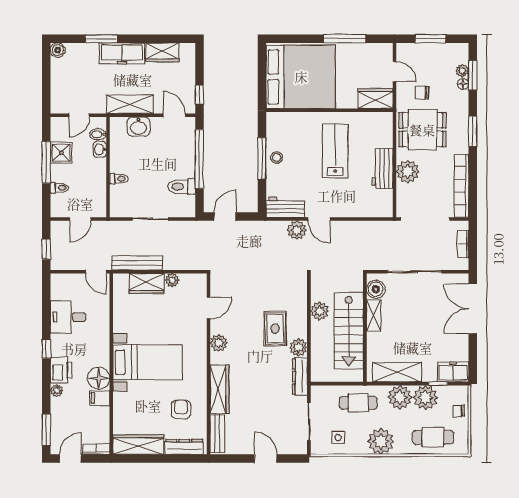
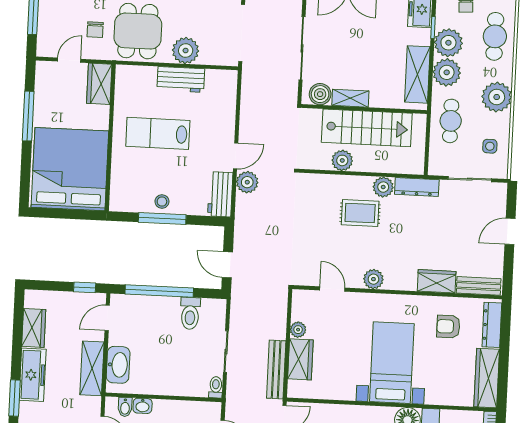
washbasin: (139, 127) -> (118, 365), width x1.38
toilet: (119, 179) -> (216, 387), moved
wardrobe: (220, 389) -> (437, 281), width x0.67

